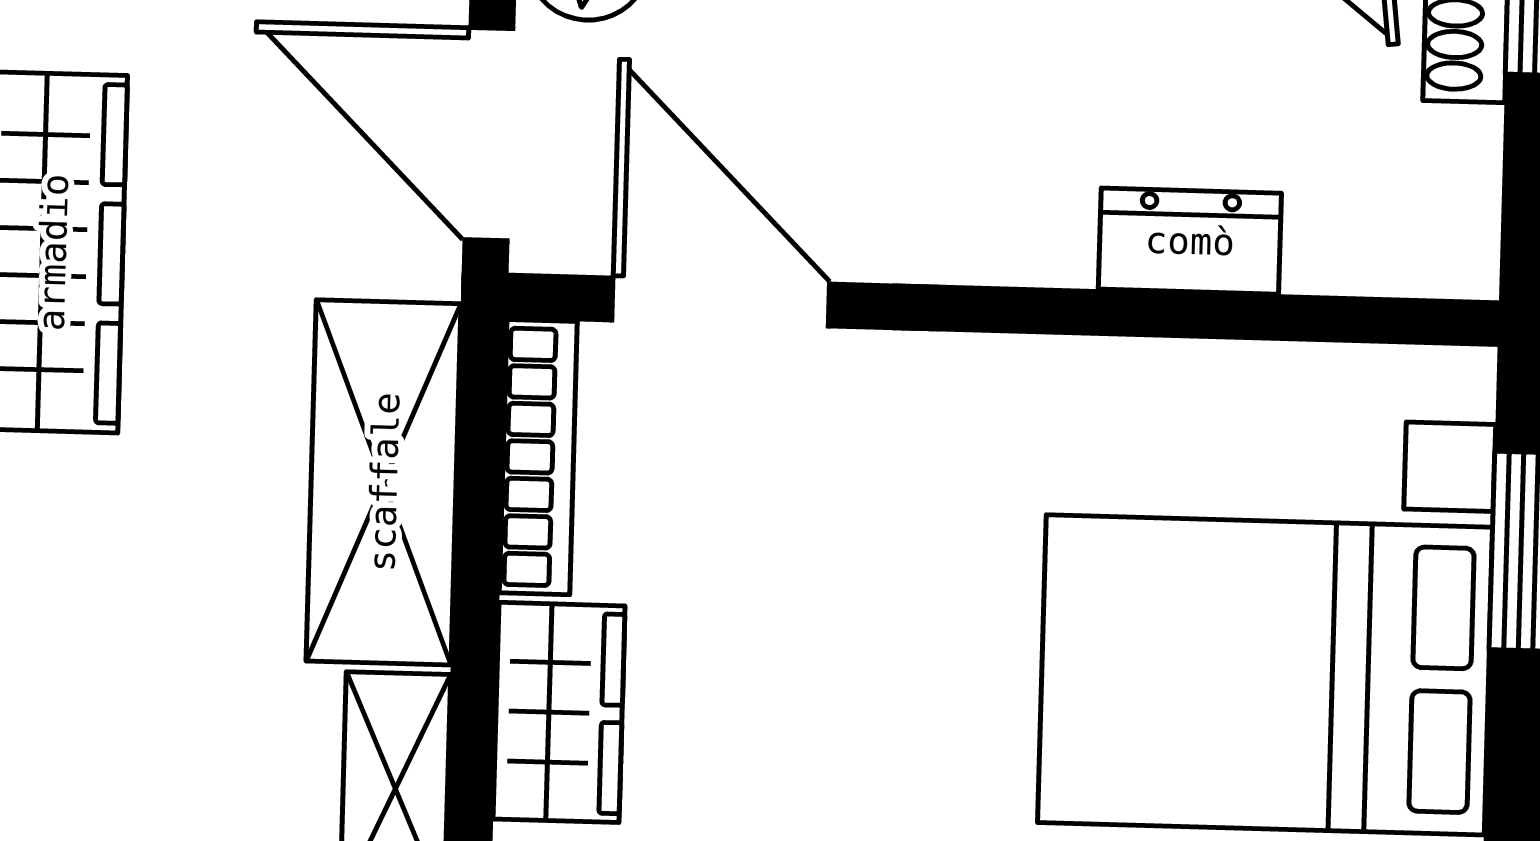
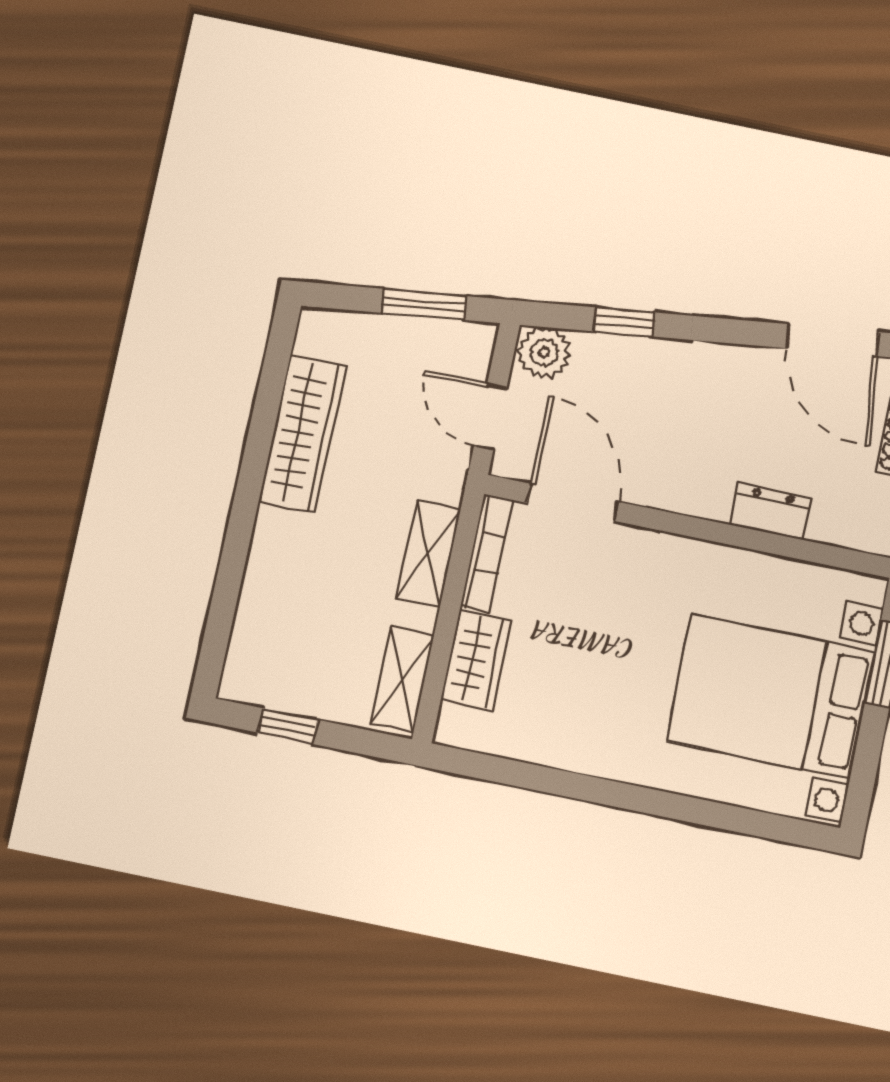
door: (489, 134) -> (490, 417), width x0.73
shelving: (384, 482) -> (428, 553), width x0.67, depth x0.75

